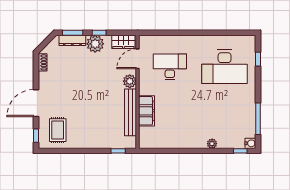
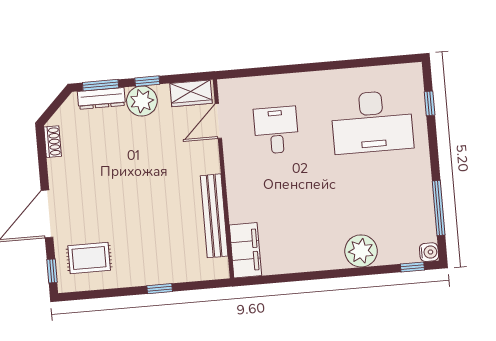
desk: (170, 67) -> (276, 130), width x0.73
plant: (130, 81) -> (208, 161), removed
filing cabinet: (147, 111) -> (245, 250), moved
rug: (58, 130) -> (89, 258), turned 90
plant: (212, 144) -> (361, 251), width x1.87, depth x1.87
window: (118, 151) -> (160, 289), moved

